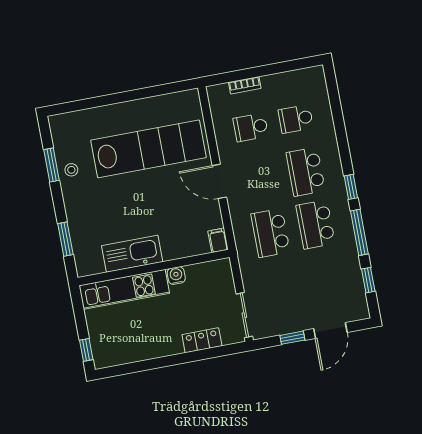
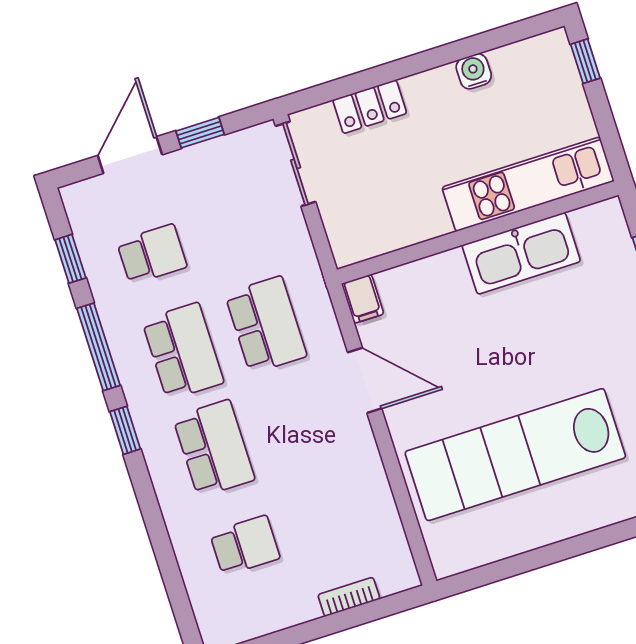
school desk: (251, 127) -> (152, 254), moved
door: (219, 181) -> (365, 380), moved
water cooler: (176, 276) -> (474, 71), moved, turned 180

